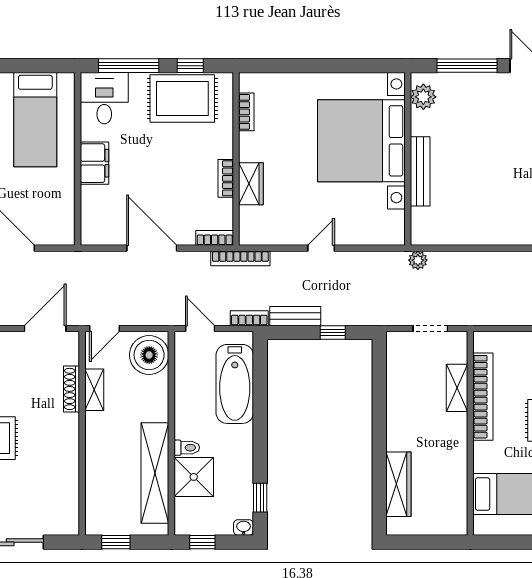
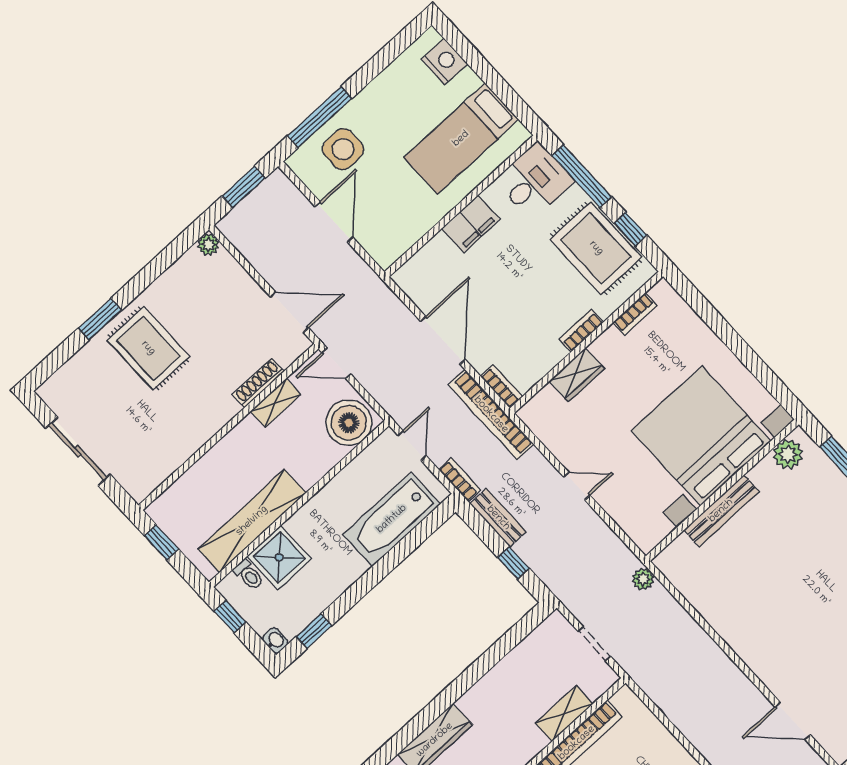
bookcase: (226, 178) -> (581, 331), moved
bookcase: (240, 258) -> (491, 415), width x1.48, depth x1.31
toilet: (187, 448) -> (249, 575), moved

